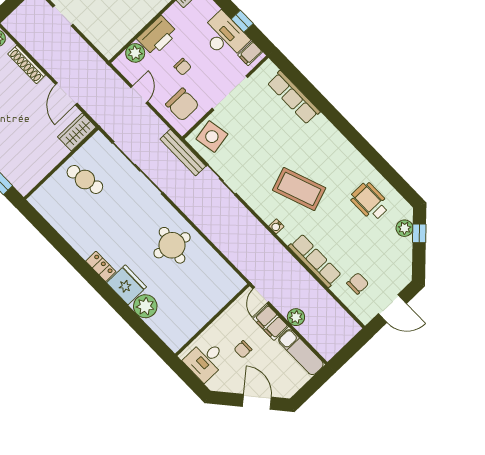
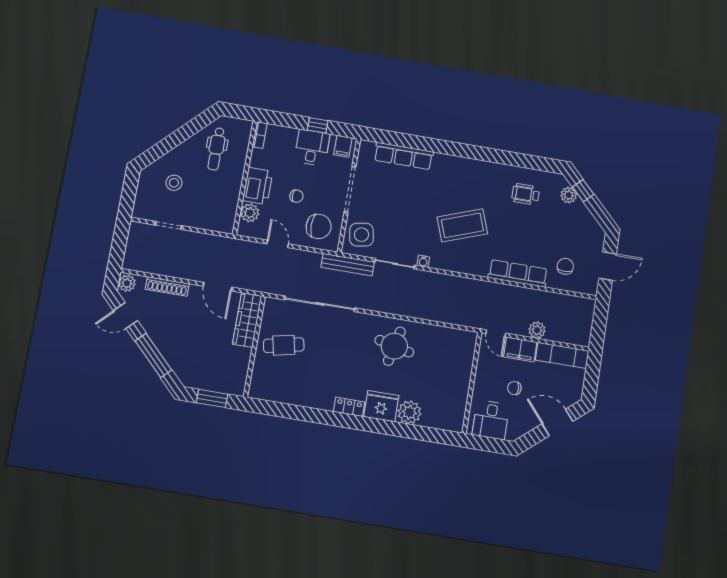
desk: (224, 36) -> (312, 148), width x0.73
wardrobe: (77, 132) -> (247, 320), width x1.50
wheelchair: (370, 201) -> (526, 194), width x0.73, depth x0.73
water cooler: (276, 226) -> (423, 261), moved
chair: (243, 349) -> (514, 388), turned 90

